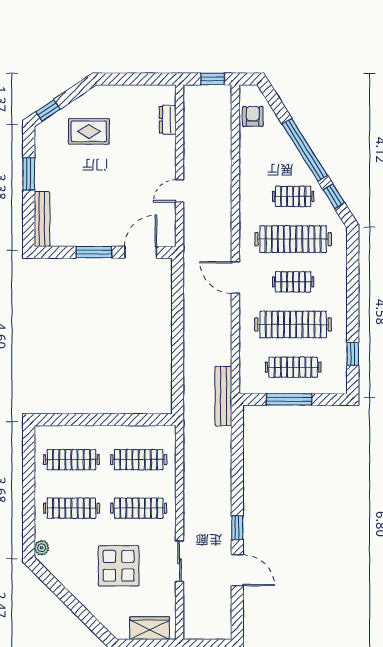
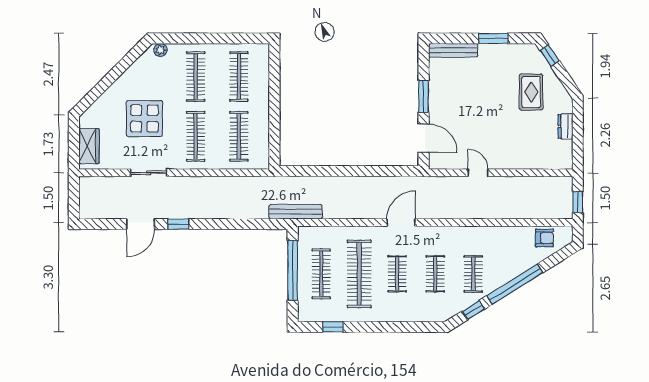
dresser: (168, 120) -> (565, 126), moved, turned -90
clothes rail: (293, 239) -> (435, 274), width x0.54, depth x0.76
window: (289, 399) -> (293, 270), width x1.46

